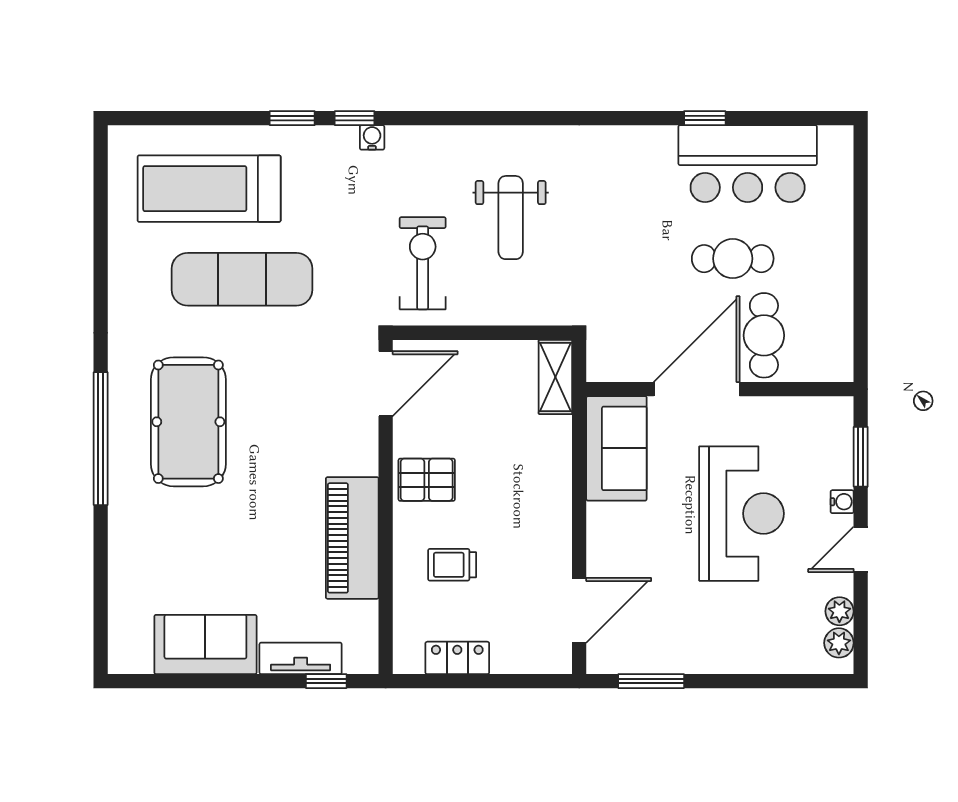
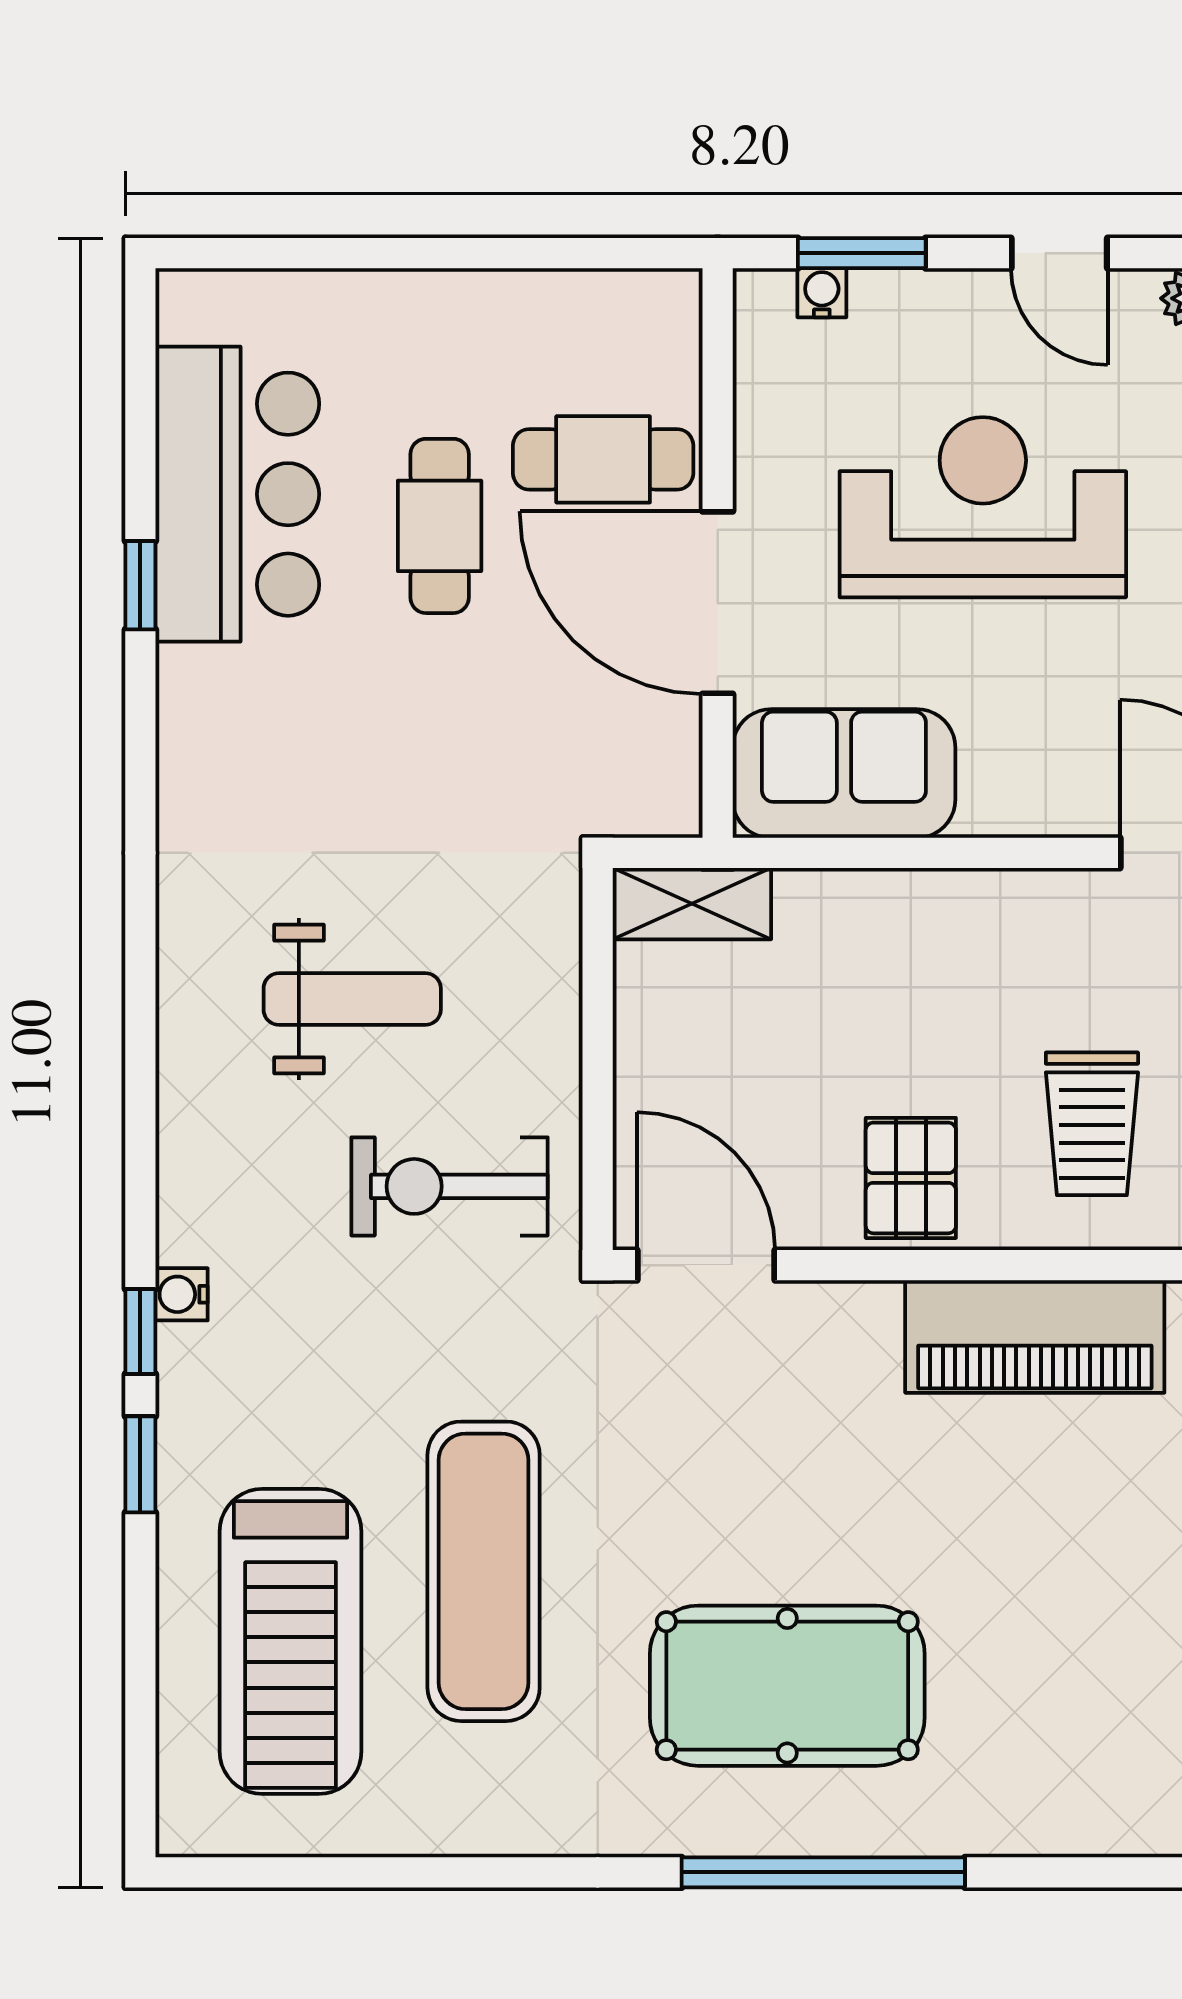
water cooler: (842, 502) -> (822, 293), moved
trolley: (452, 565) -> (1092, 1124), width x1.36, depth x1.39

